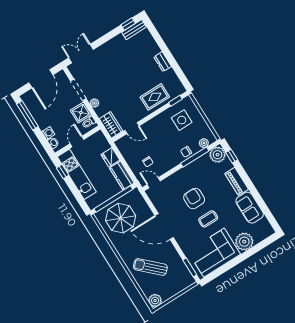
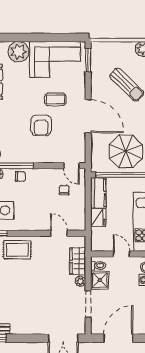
wardrobe: (111, 125) -> (78, 261), moved
door: (77, 141) -> (121, 254), swing flipped
coffee table: (208, 219) -> (55, 99), moved

